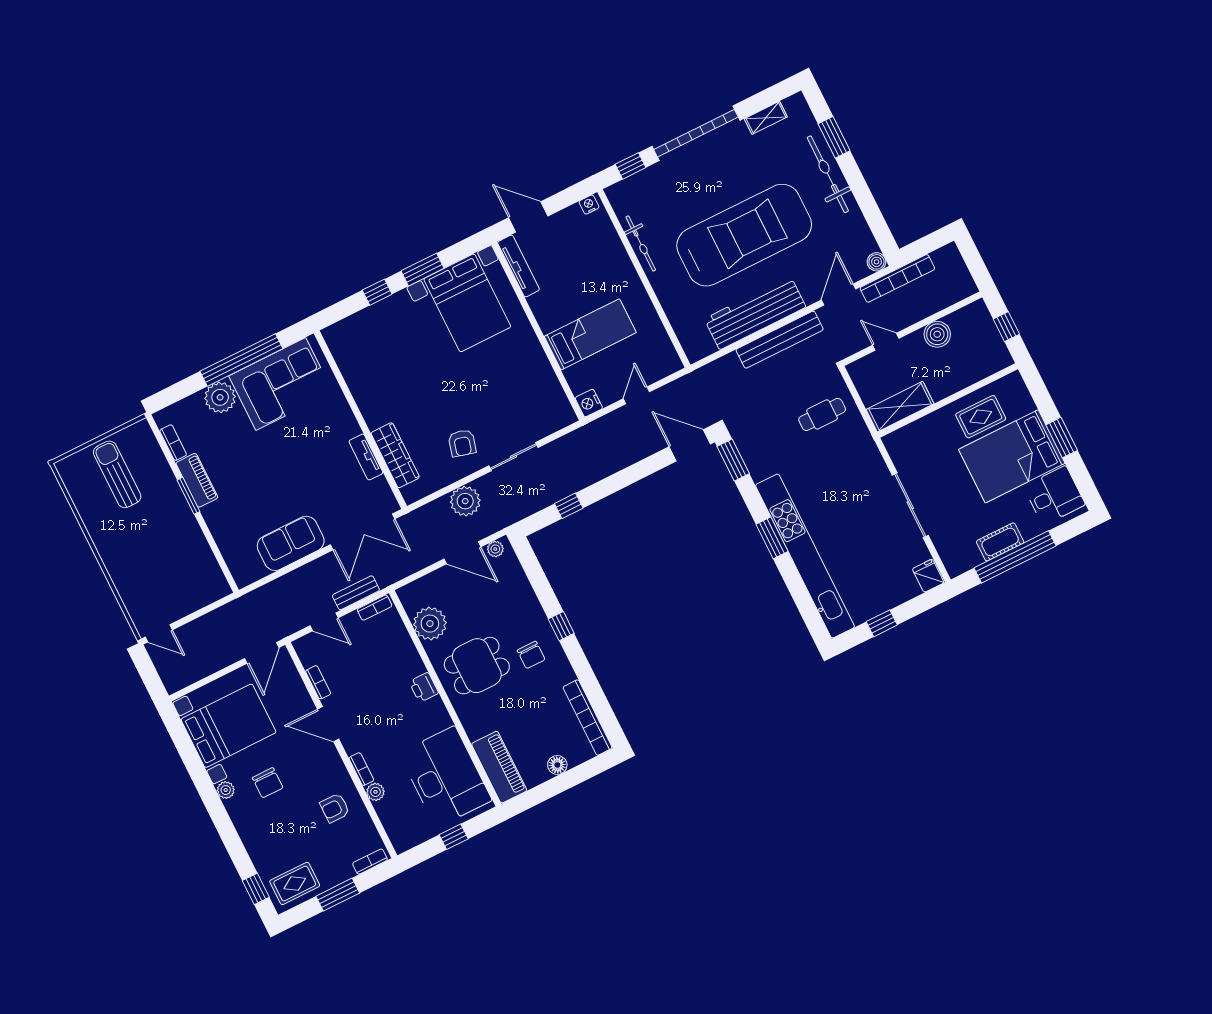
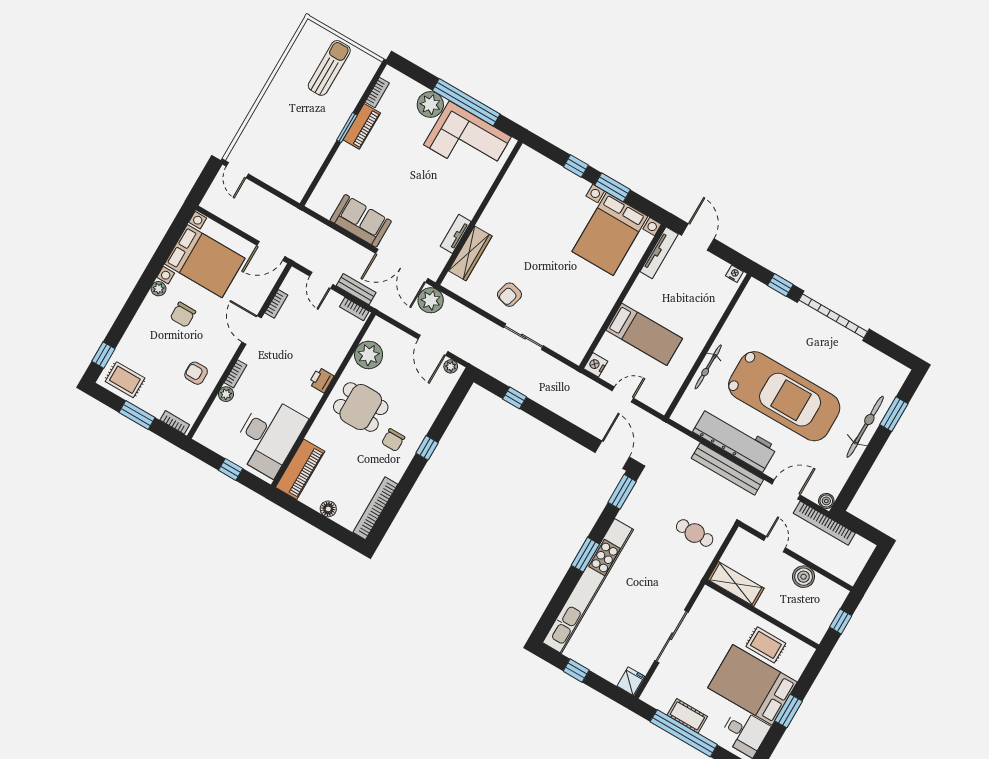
shelving: (766, 118) -> (876, 358), removed
bicycle: (641, 244) -> (708, 367), moved
plant: (465, 501) -> (431, 300), moved

